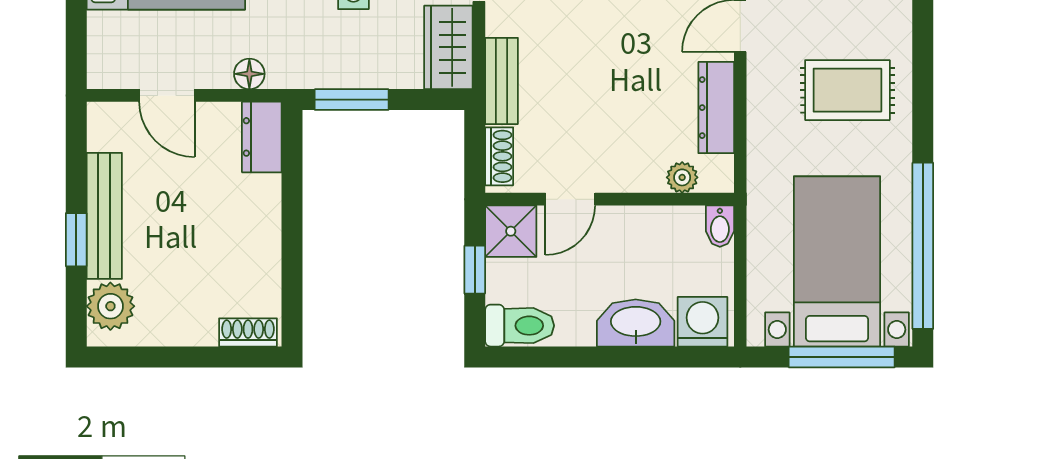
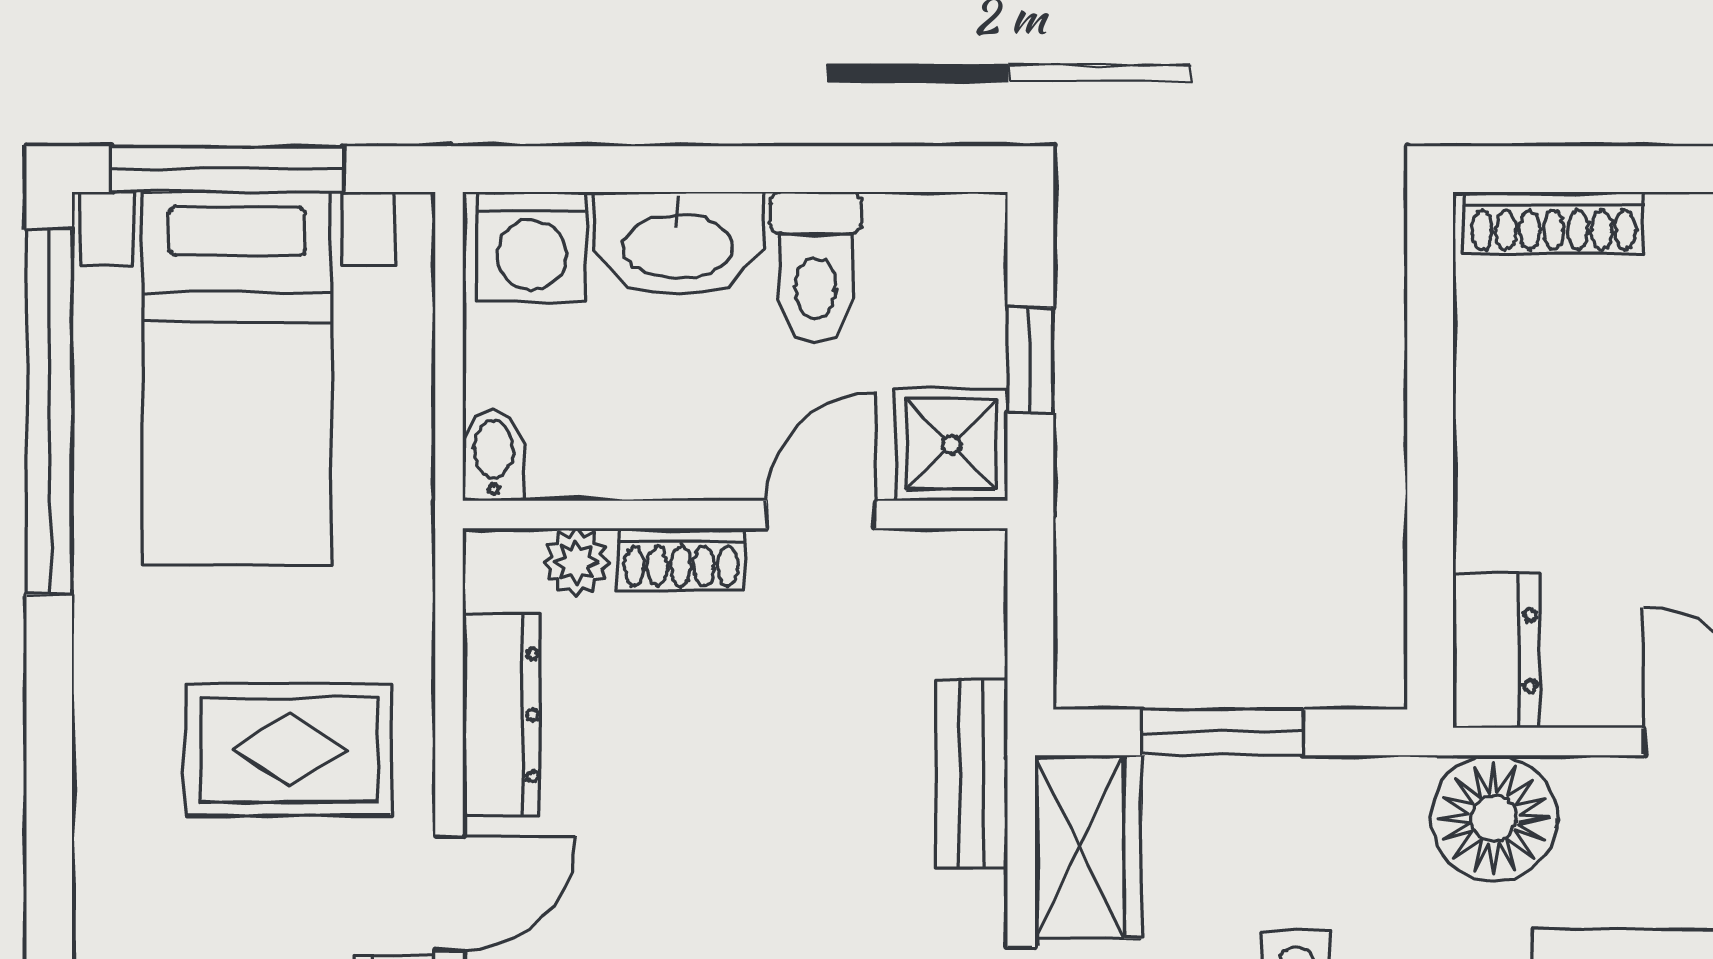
floor lamp: (249, 74) -> (1494, 818), width x1.89, depth x1.89
rug: (847, 90) -> (289, 750), moved
window: (352, 100) -> (1223, 732), moved
shoe rack: (499, 156) -> (681, 559), moved, turned -90
toilet: (520, 326) -> (816, 267), moved, turned -90
shoe rack: (248, 332) -> (1554, 223), width x1.43

